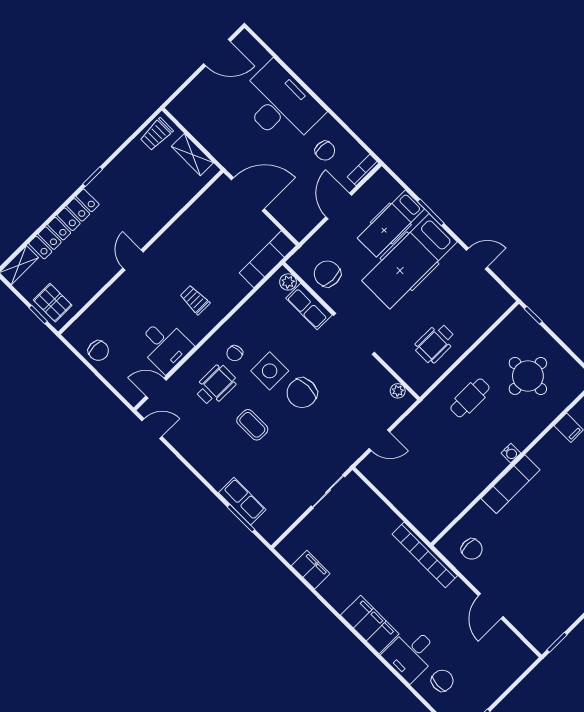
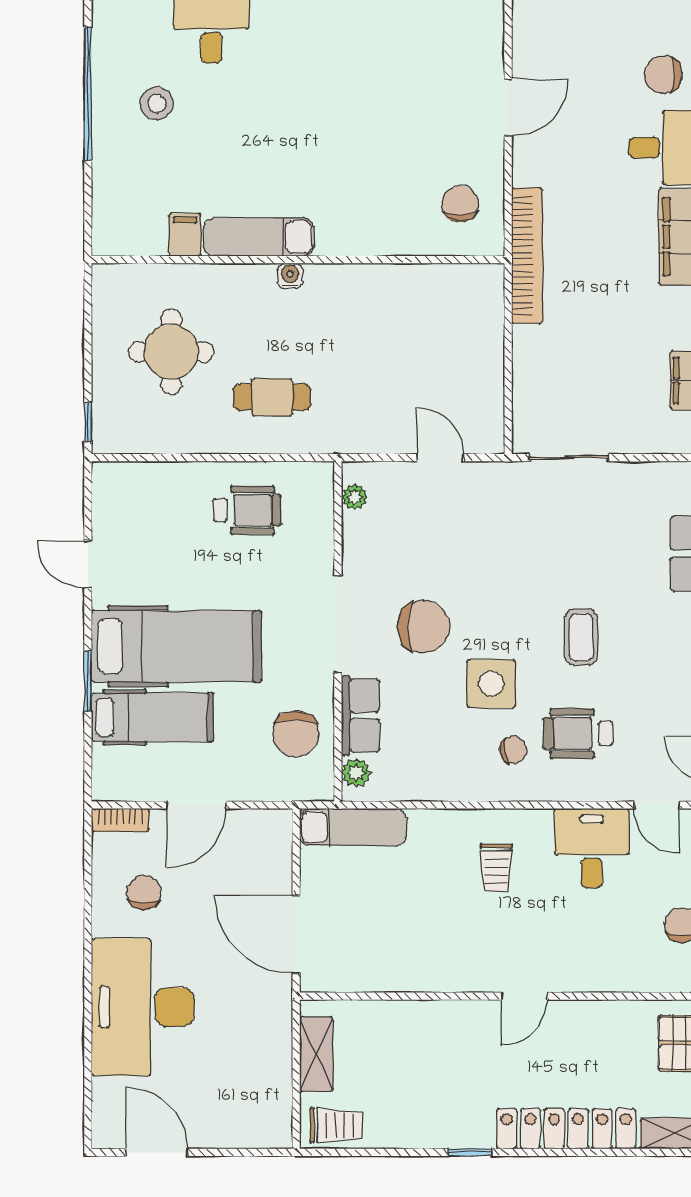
chair: (302, 393) -> (424, 627), moved
exam couch: (511, 484) -> (259, 237), moved

